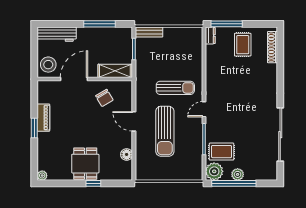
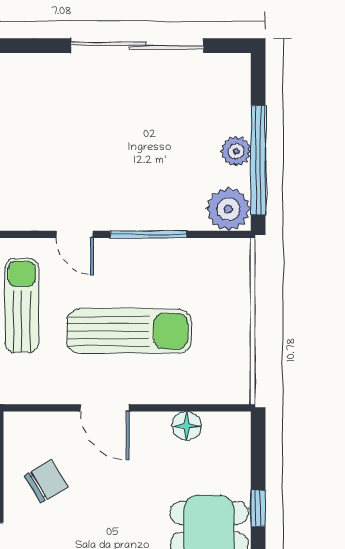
door: (134, 121) -> (105, 408), hinge flipped
rug: (222, 152) -> (179, 191), removed

